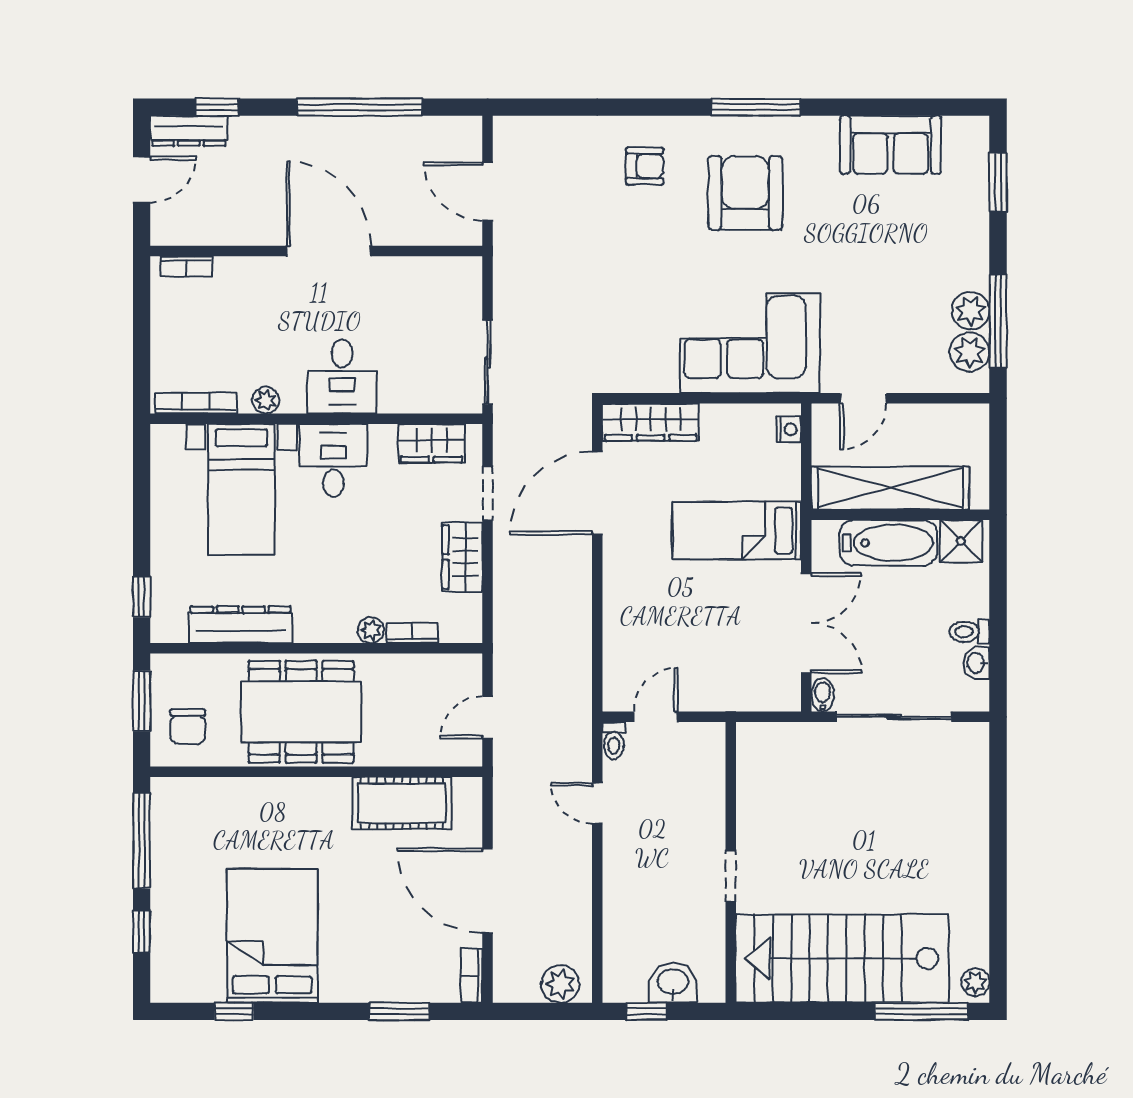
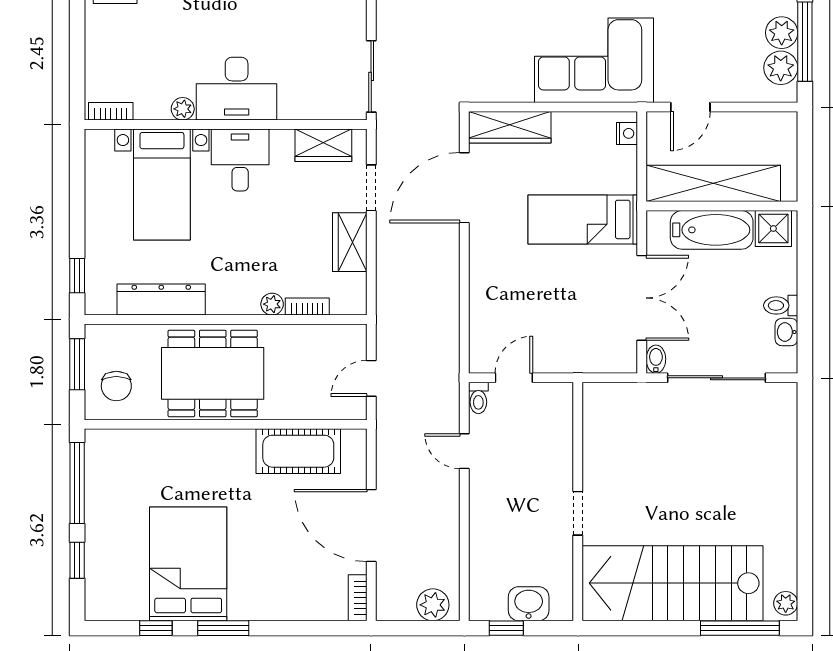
desk: (342, 377) -> (237, 89), width x1.37
bookcase: (196, 403) -> (111, 111), width x0.64
window: (399, 1011) -> (223, 628), moved

